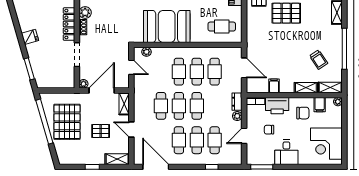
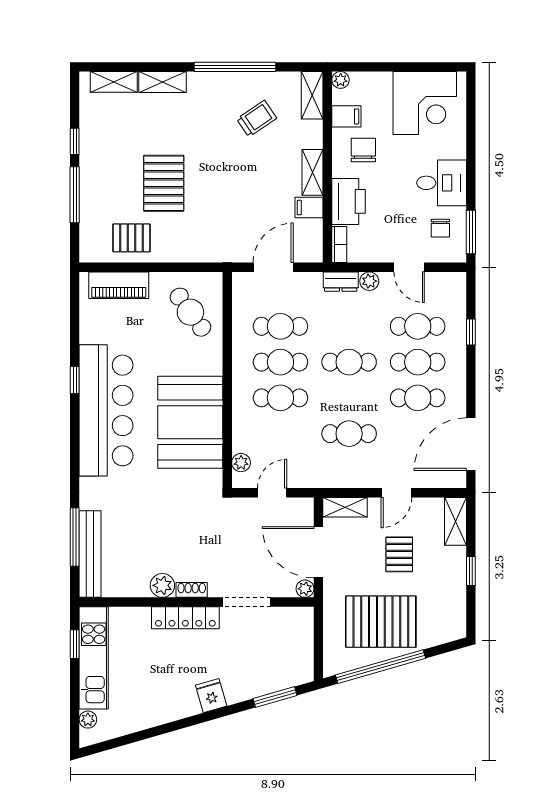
cafe table: (222, 27) -> (190, 312), turned -36
shelving: (306, 88) -> (313, 172), moved
cafe table: (179, 106) -> (349, 398), removed
chair: (269, 130) -> (440, 228), moved

